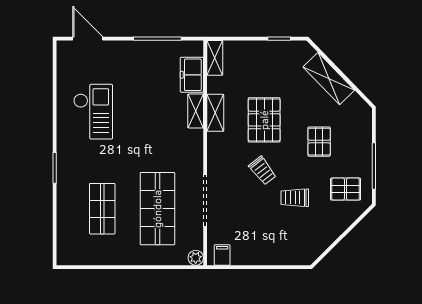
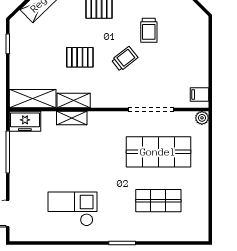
shelving: (215, 58) -> (33, 99), width x1.50, depth x1.33
freezer: (192, 75) -> (25, 121), moved
pallet: (264, 120) -> (80, 57), width x0.67, depth x0.71

